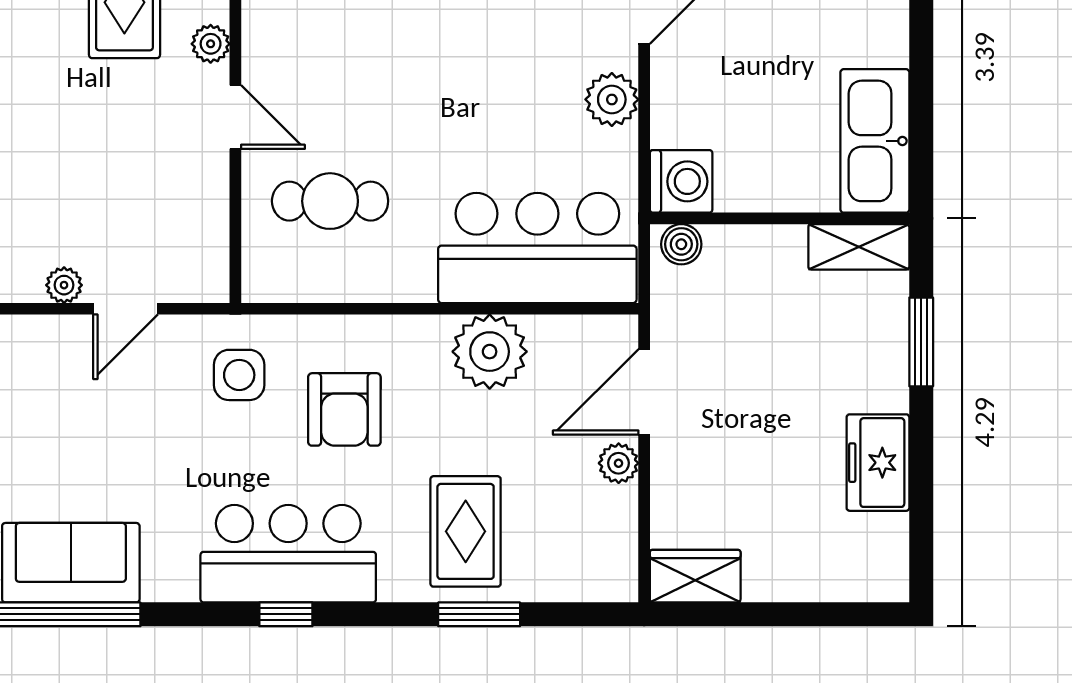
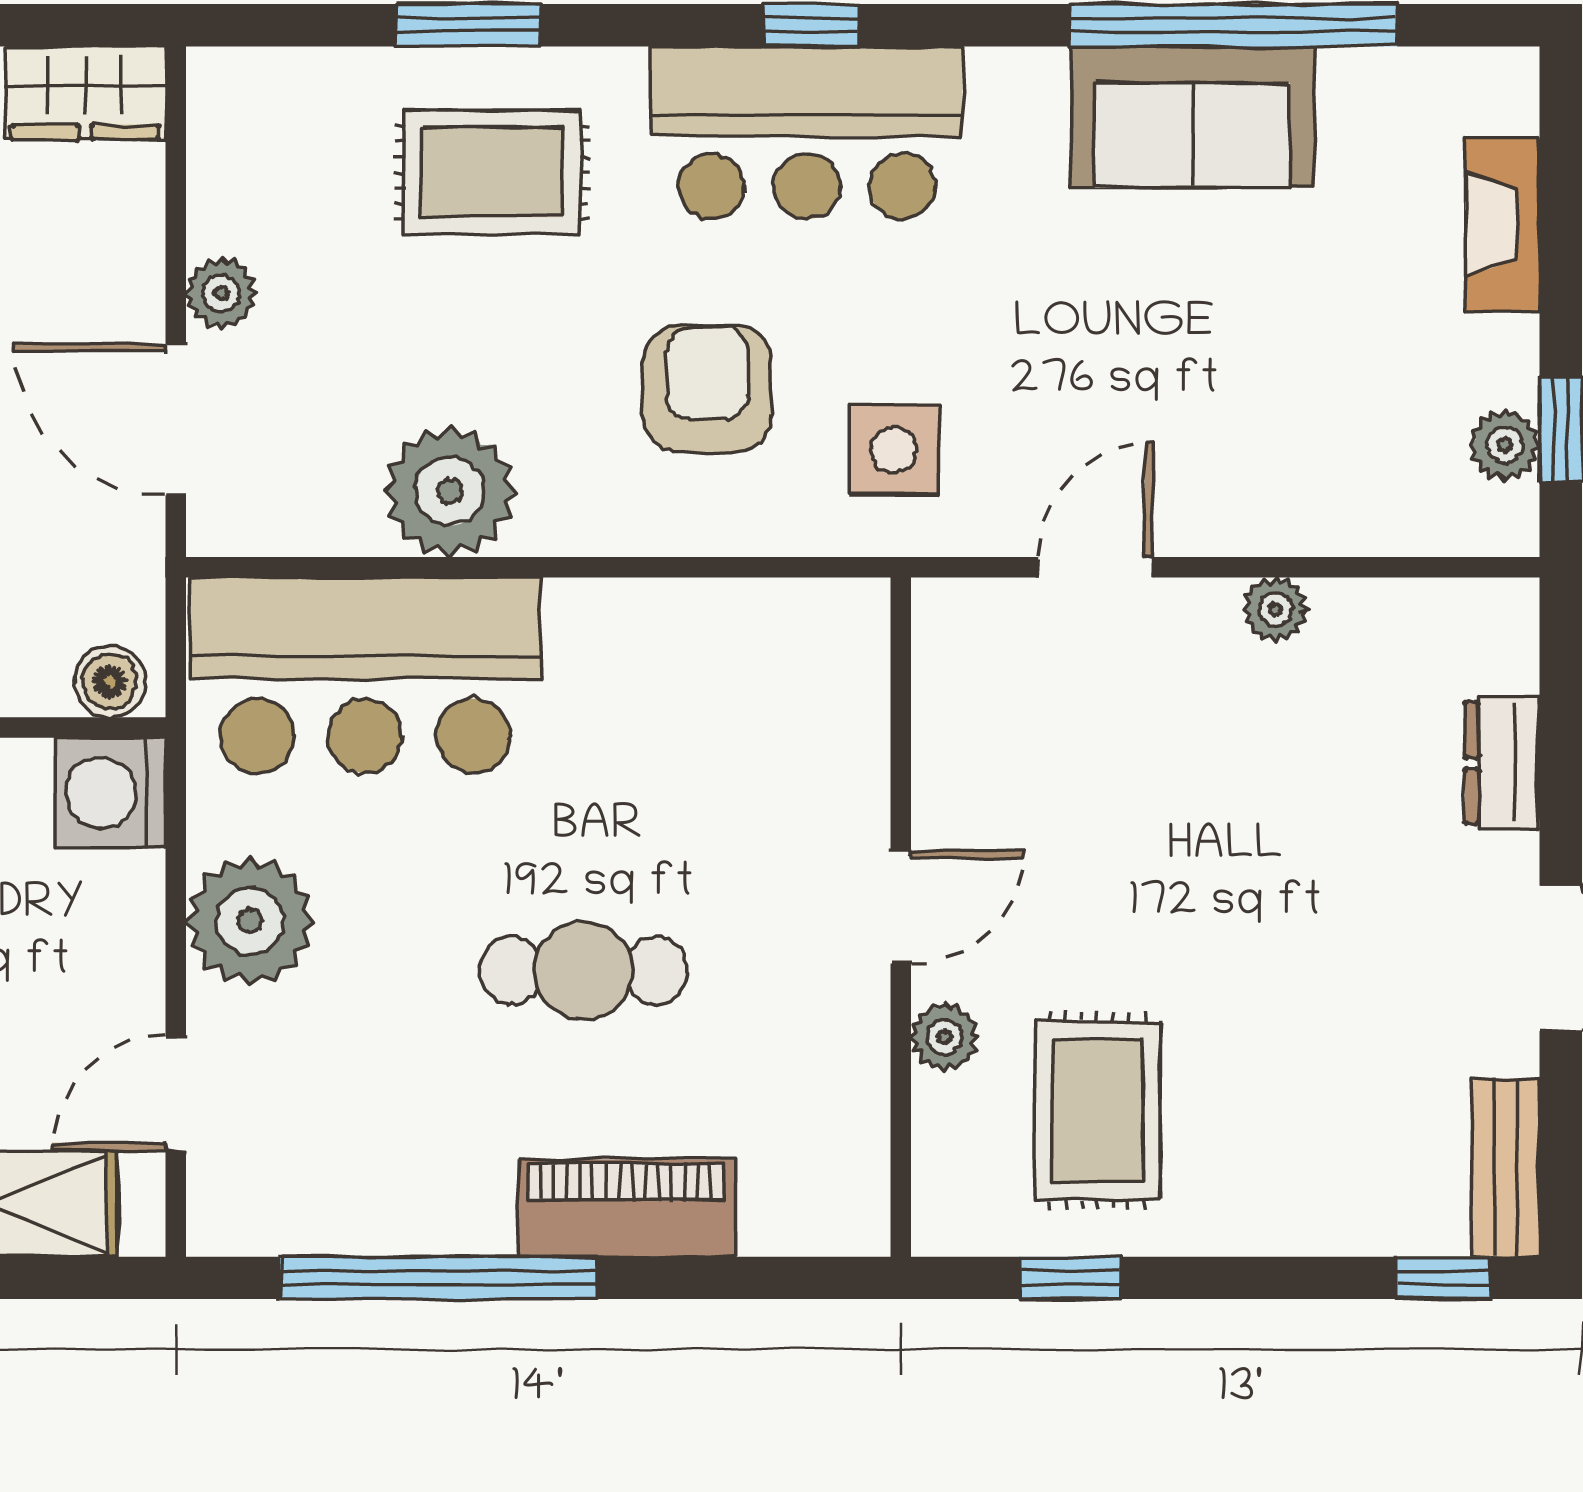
plant: (612, 99) -> (250, 921), width x1.36, depth x1.36
door: (235, 117) -> (901, 907), swing flipped
cafe table: (330, 201) -> (584, 970), moved
plant: (64, 285) -> (1275, 609), moved
door: (644, 392) -> (176, 420), swing flipped
rug: (466, 531) -> (492, 172), turned 90

